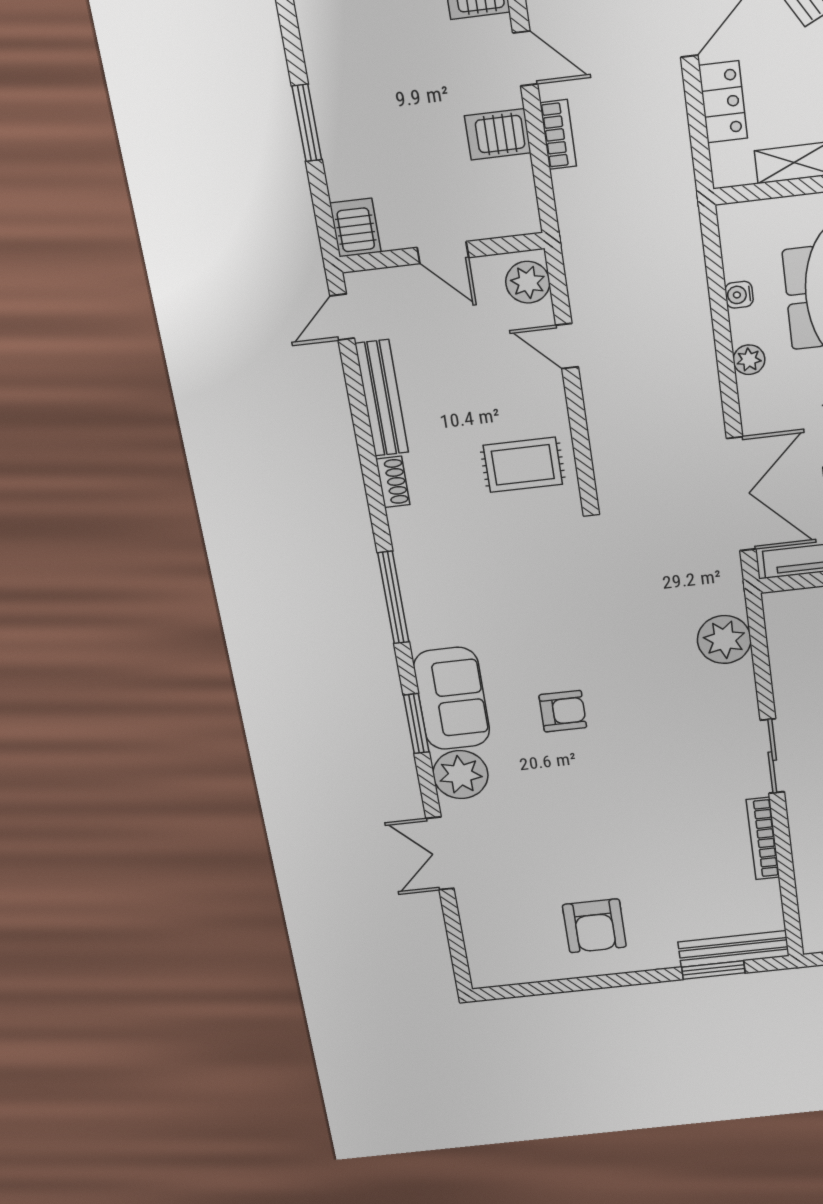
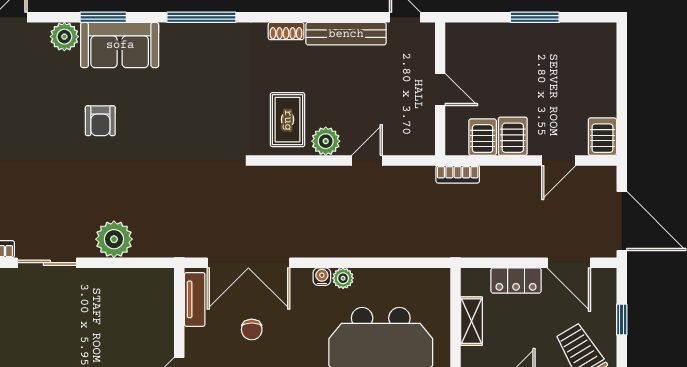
bookcase: (558, 135) -> (458, 174), moved
server rack: (355, 228) -> (483, 137), moved, turned -90
door: (443, 253) -> (440, 90), swing flipped
plant: (528, 282) -> (326, 141), moved
water cooler: (739, 295) -> (322, 277), moved
plant: (724, 640) -> (114, 239), moved
plant: (460, 775) -> (64, 37), width x0.73, depth x0.73

